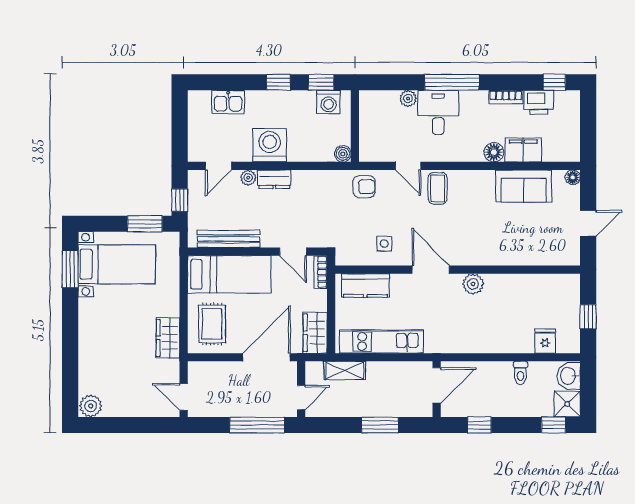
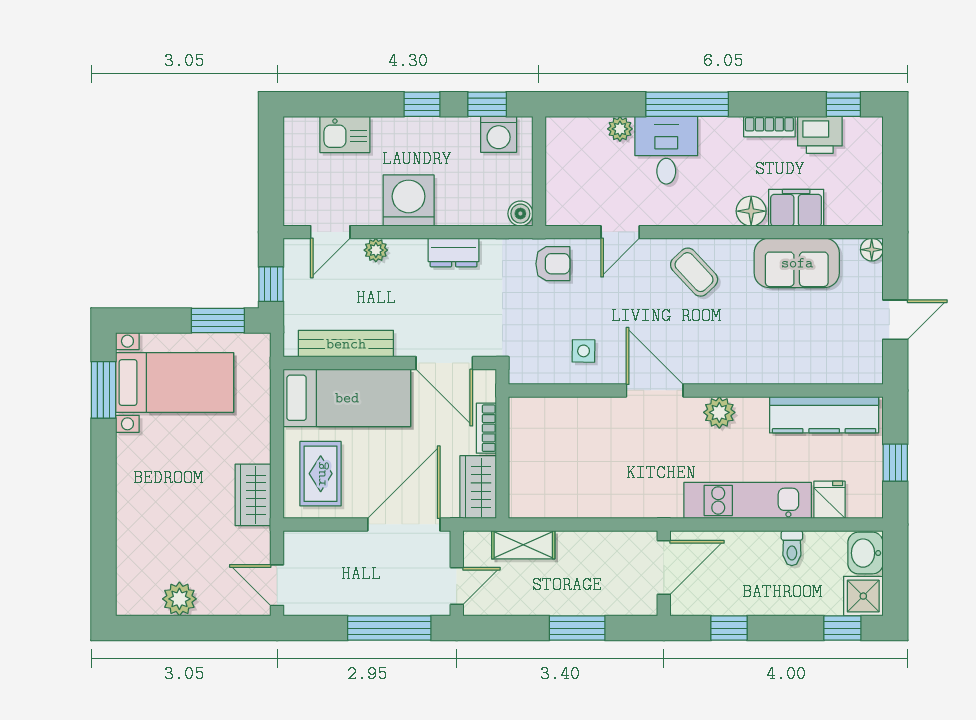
door: (408, 166) -> (620, 232), hinge flipped
dresser: (274, 179) -> (454, 252), moved
coffee table: (438, 188) -> (694, 272), moved, turned -43
door: (293, 252) -> (444, 363), width x1.38
bookcase: (321, 272) -> (486, 428), moved
kitchen counter: (365, 285) -> (824, 415), moved, width x1.50
kitchen unit: (381, 342) -> (748, 500), moved
plant: (91, 406) -> (179, 599), moved

